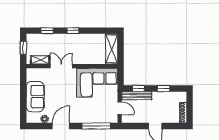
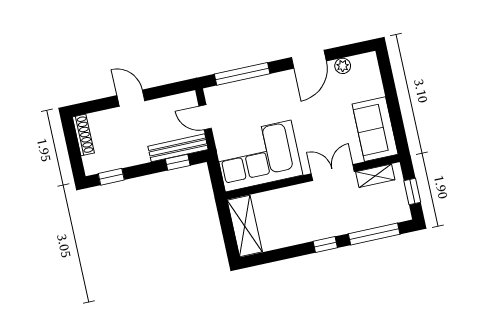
window: (47, 31) -> (374, 234), width x2.17
double door: (61, 66) -> (333, 173), swing flipped
window: (163, 88) -> (111, 177), moved
sofa: (35, 97) -> (375, 129), moved

